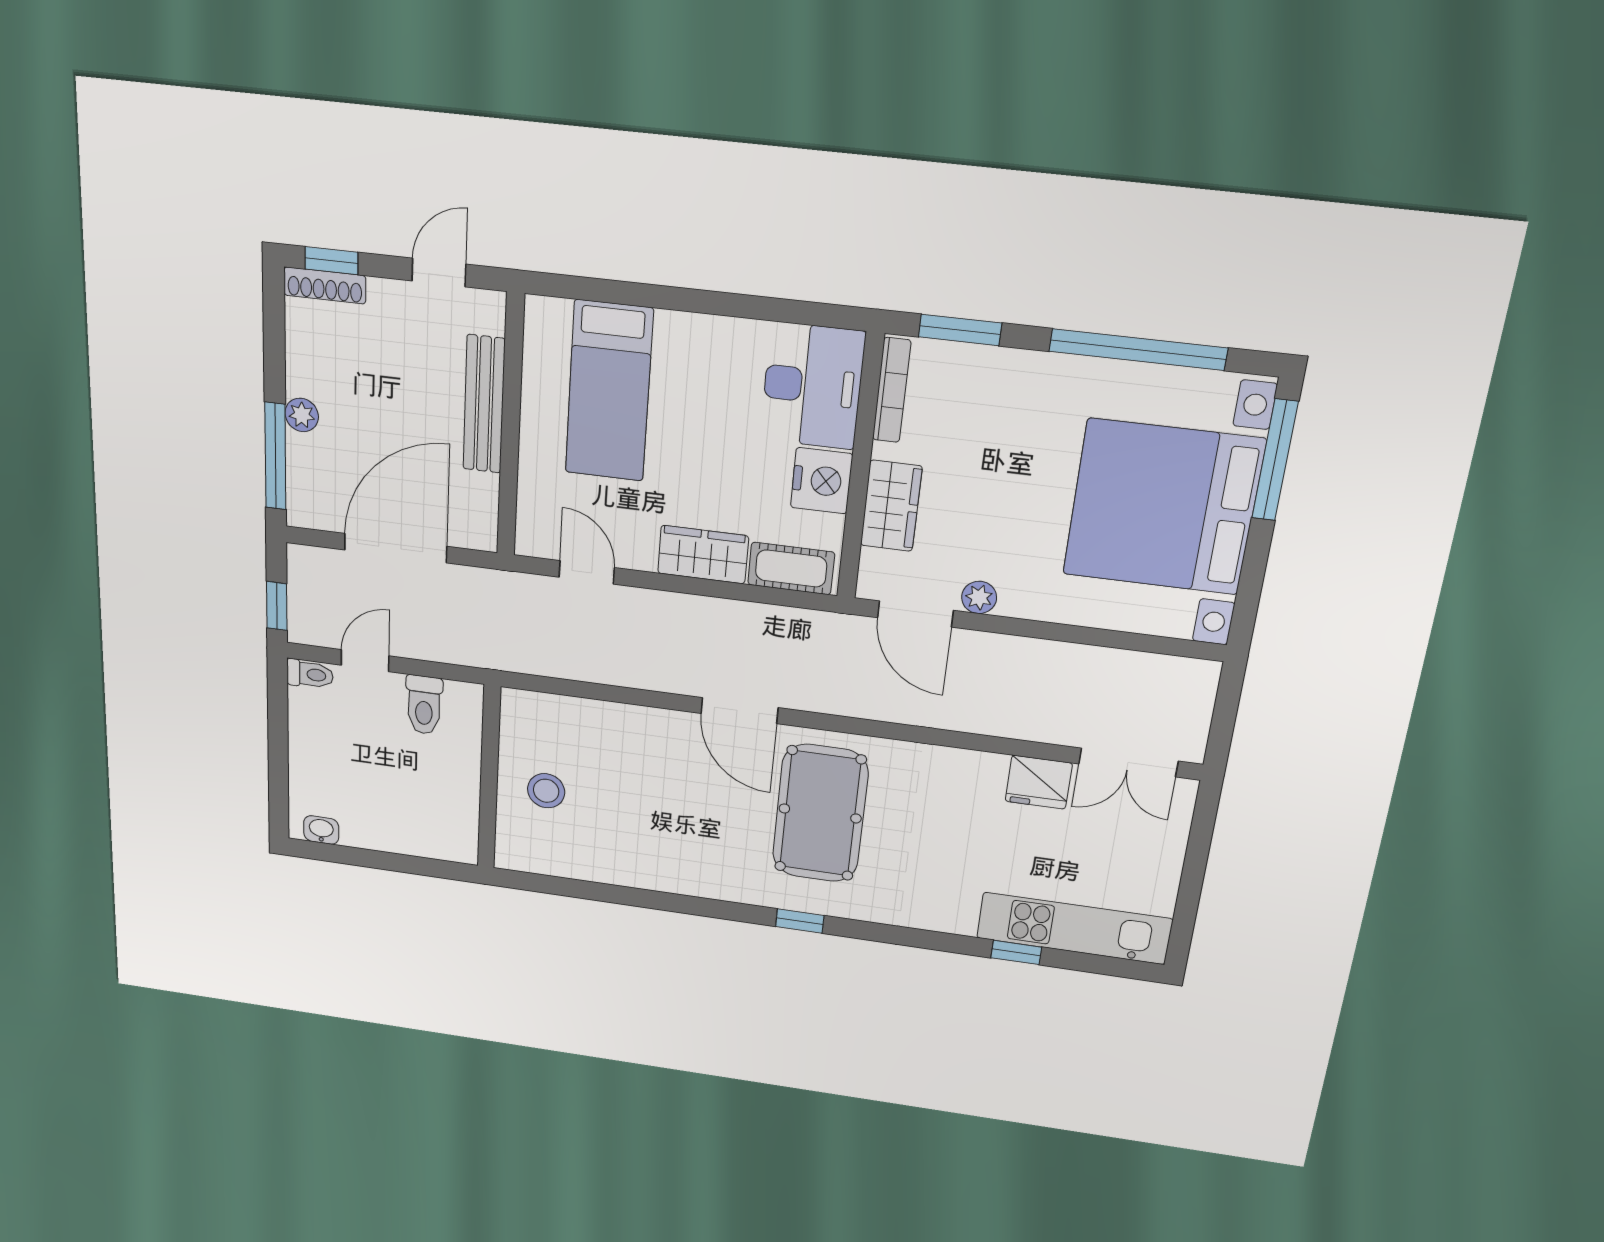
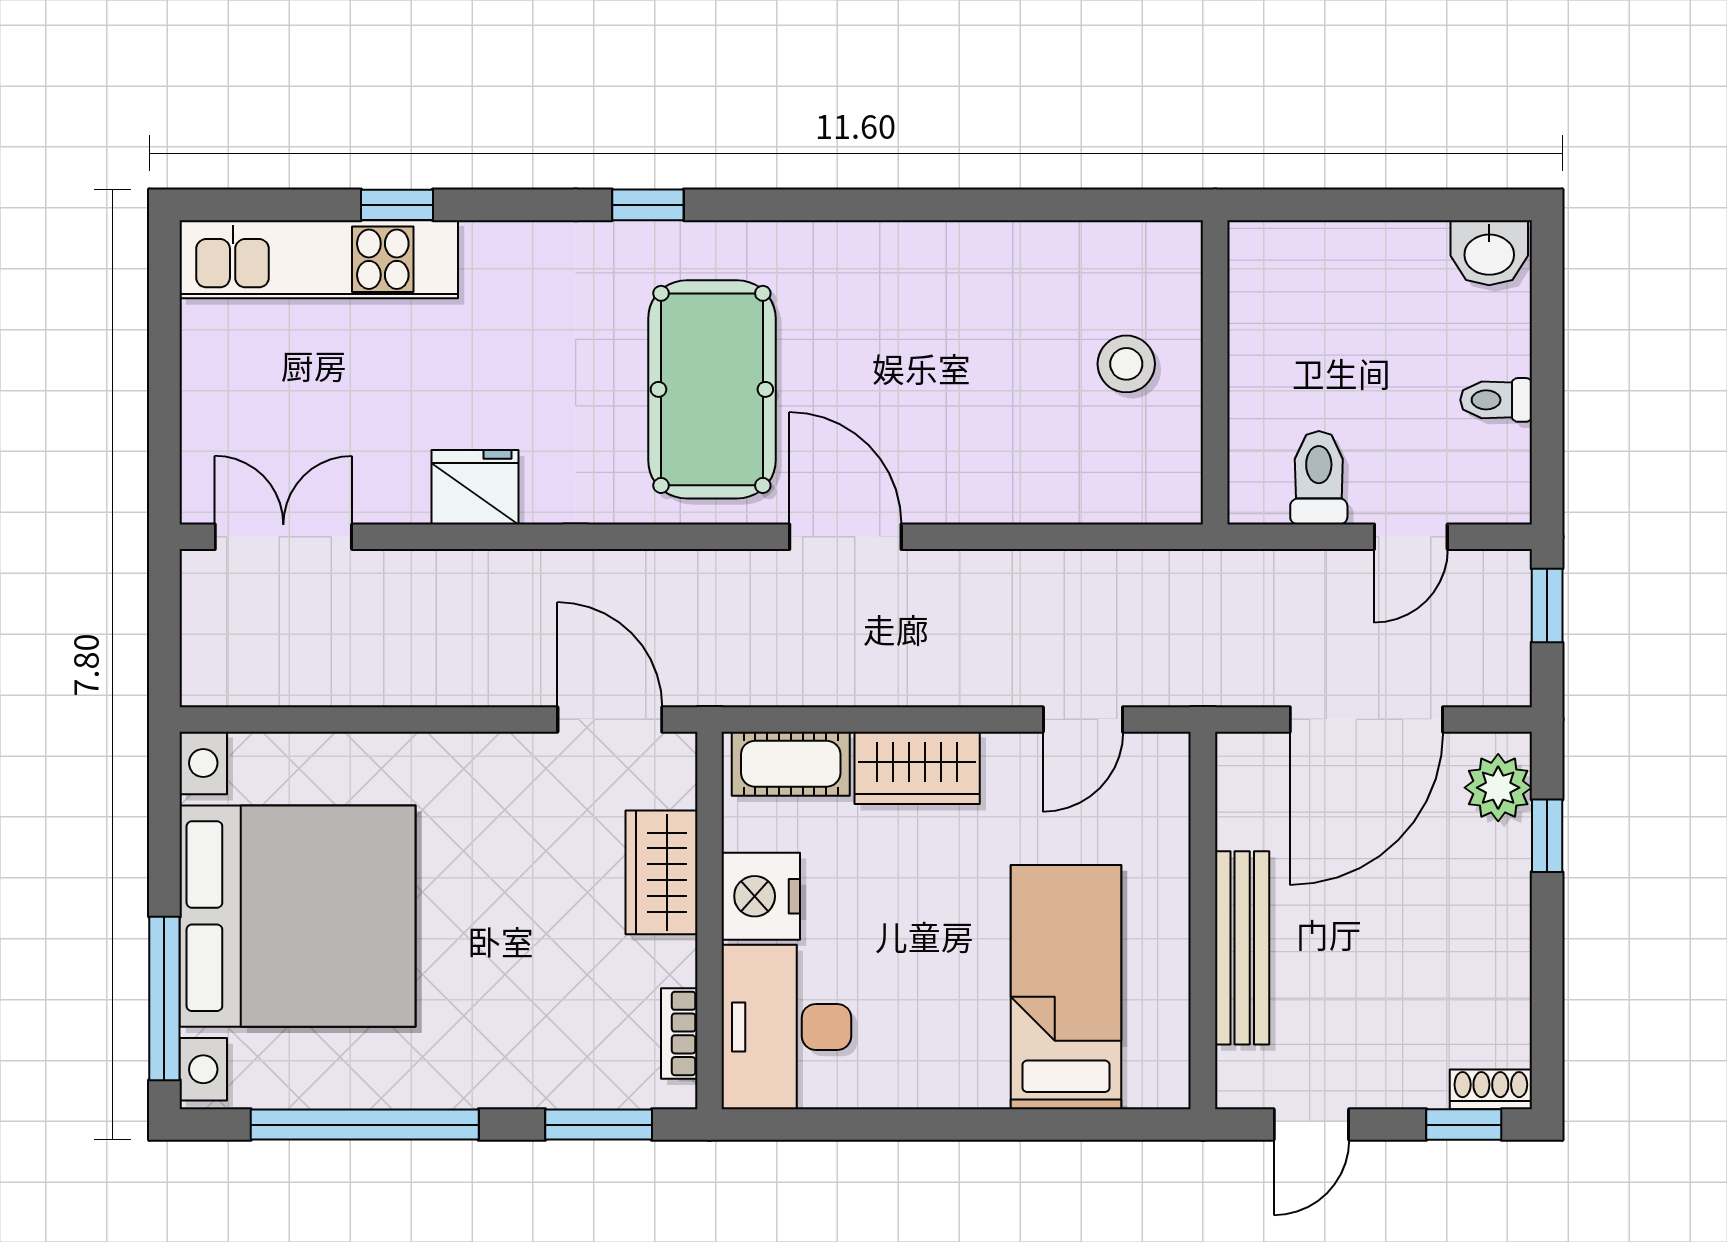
shoe rack: (325, 286) -> (1491, 1089), width x0.70
bookcase: (892, 390) -> (679, 1033), width x0.64
plant: (302, 415) -> (1498, 788), moved, width x1.38, depth x1.38
window: (275, 456) -> (1547, 836), width x0.46
door: (587, 572) -> (1083, 719), hinge flipped
plant: (979, 597) -> (525, 756), removed
toilet: (310, 674) -> (1496, 400), moved
fridge: (1039, 782) -> (475, 487), moved
washbasin: (321, 830) -> (1489, 253), width x1.38, depth x1.45
window: (800, 921) -> (648, 205), moved

